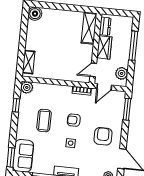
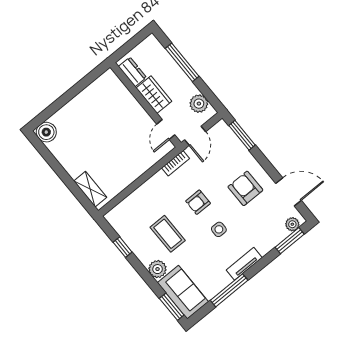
shelving: (89, 28) -> (118, 91), removed
plant: (27, 87) -> (158, 269), moved

